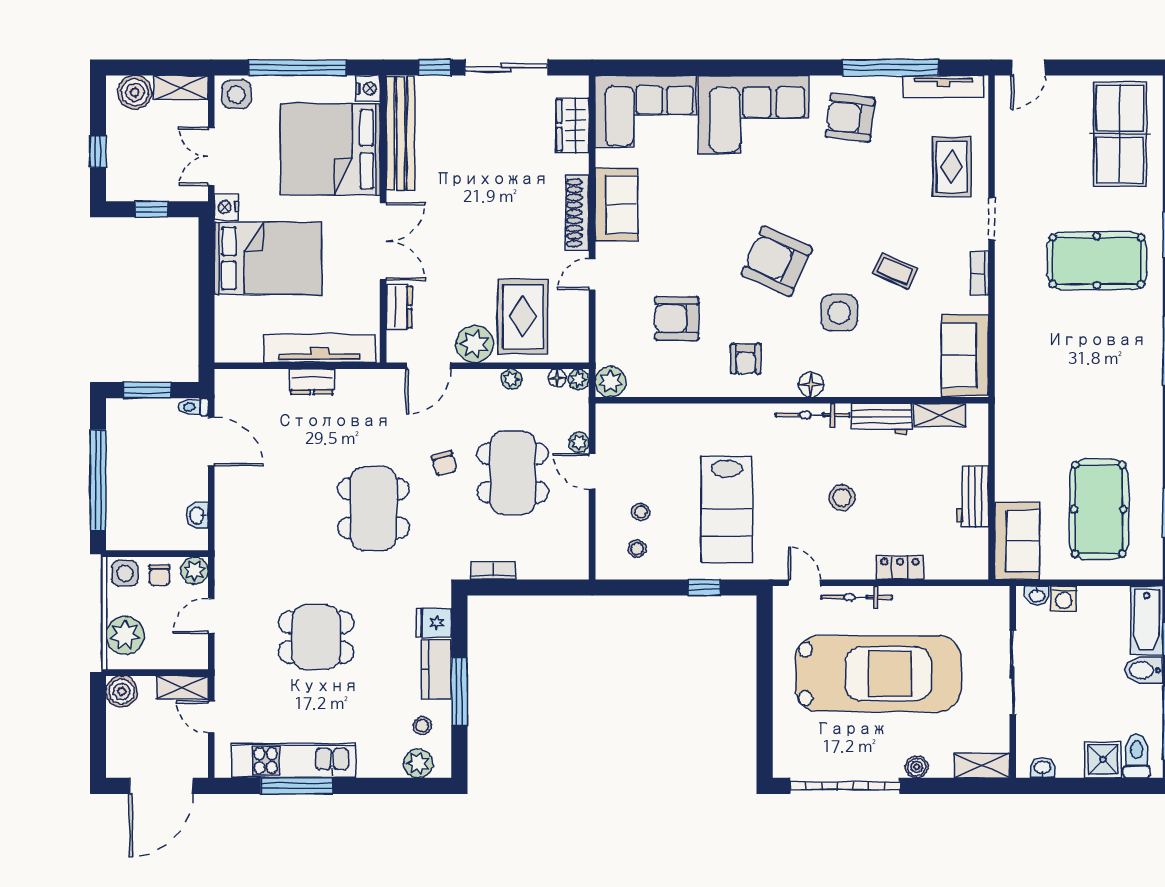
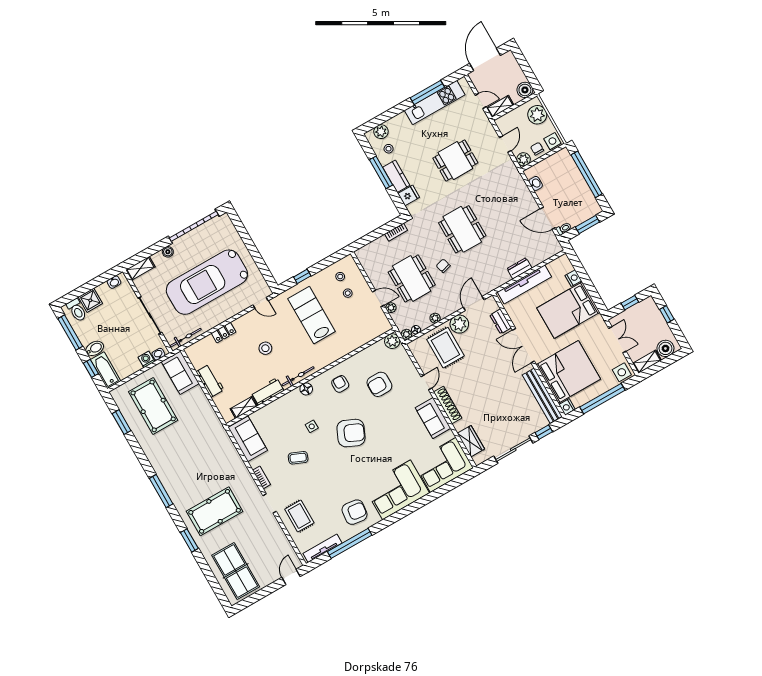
nightstand: (227, 207) -> (573, 278), moved
side table: (839, 313) -> (312, 426), width x0.54, depth x0.54
armchair: (677, 318) -> (379, 384), turned 180
bicycle: (857, 597) -> (186, 338), moved

